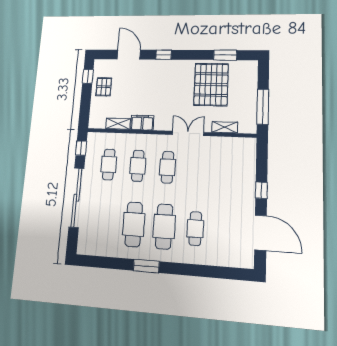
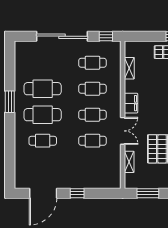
window: (263, 107) -> (148, 193), width x0.69
filing cabinet: (142, 123) -> (131, 103), moved
cafe table: (198, 169) -> (92, 141), added

